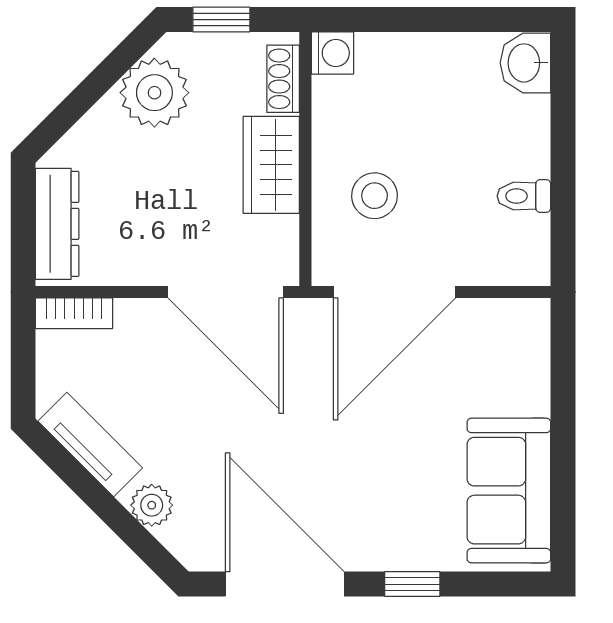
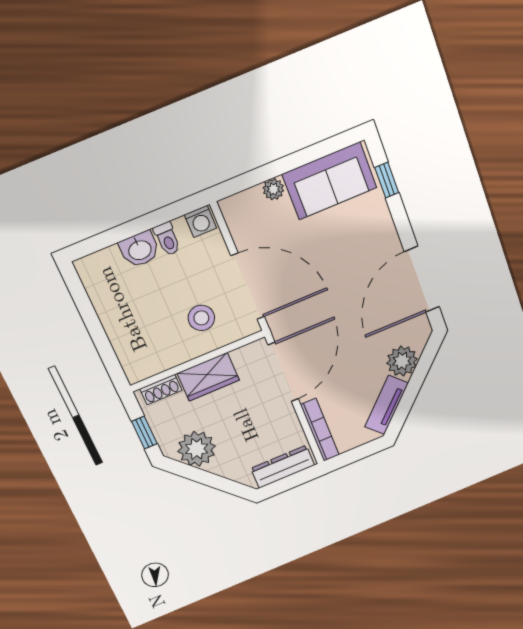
washing machine: (332, 53) -> (200, 221), moved, turned 180
washbasin: (525, 63) -> (140, 249), moved
bookcase: (74, 313) -> (320, 430), width x1.56
plant: (532, 396) -> (273, 189), added
plant: (152, 505) -> (402, 361), width x1.38, depth x1.38
window: (412, 584) -> (387, 180), moved

